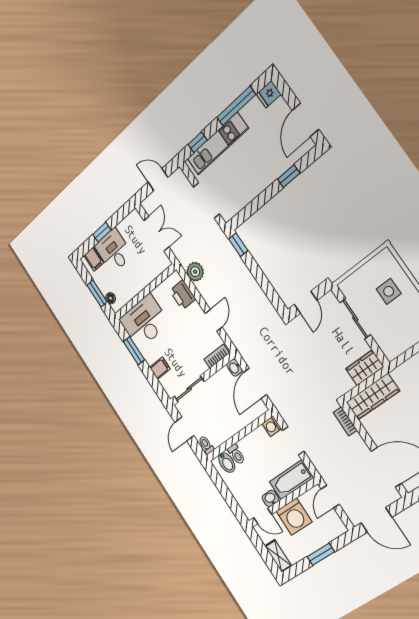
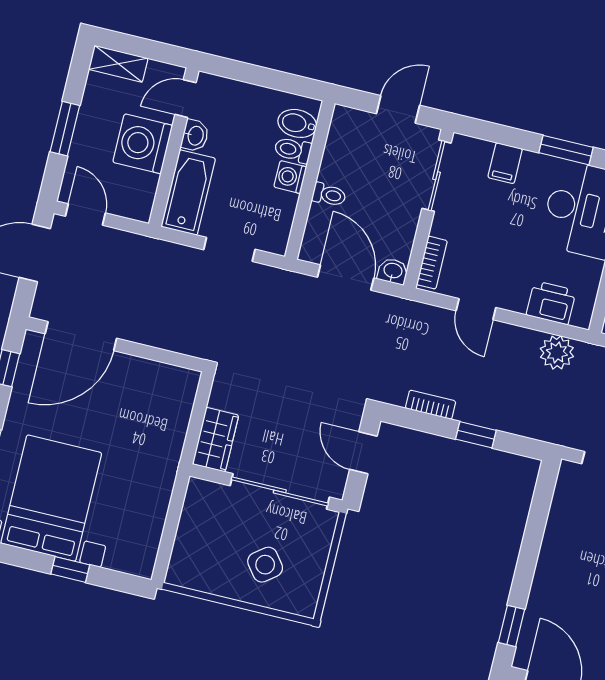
window: (289, 176) -> (511, 626), moved
window: (238, 245) -> (476, 435), moved
side table: (389, 291) -> (265, 565), turned -38
sliding door: (355, 319) -> (280, 491), width x1.37
wardrobe: (373, 397) -> (174, 412), removed
bookcase: (345, 421) -> (431, 405), moved
washing machine: (272, 426) -> (290, 177), moved, turned -90
door: (184, 429) -> (398, 109), hinge flipped
toilet: (206, 445) -> (329, 195), moved
door: (330, 497) -> (85, 215), moved

